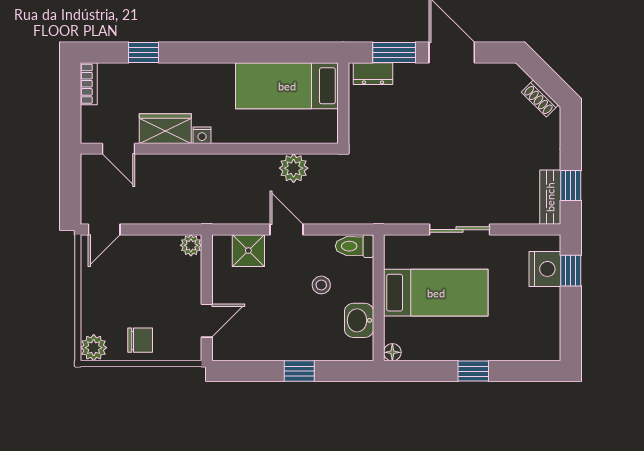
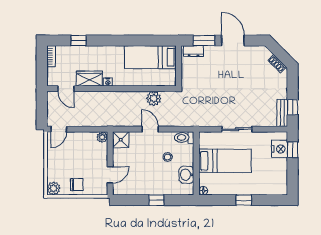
shower: (248, 251) -> (121, 140), moved

